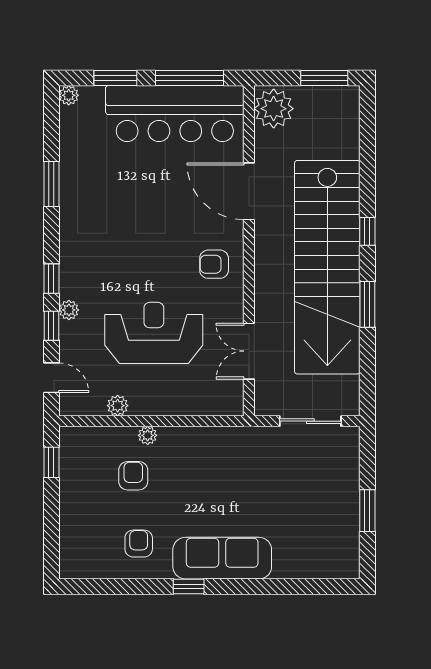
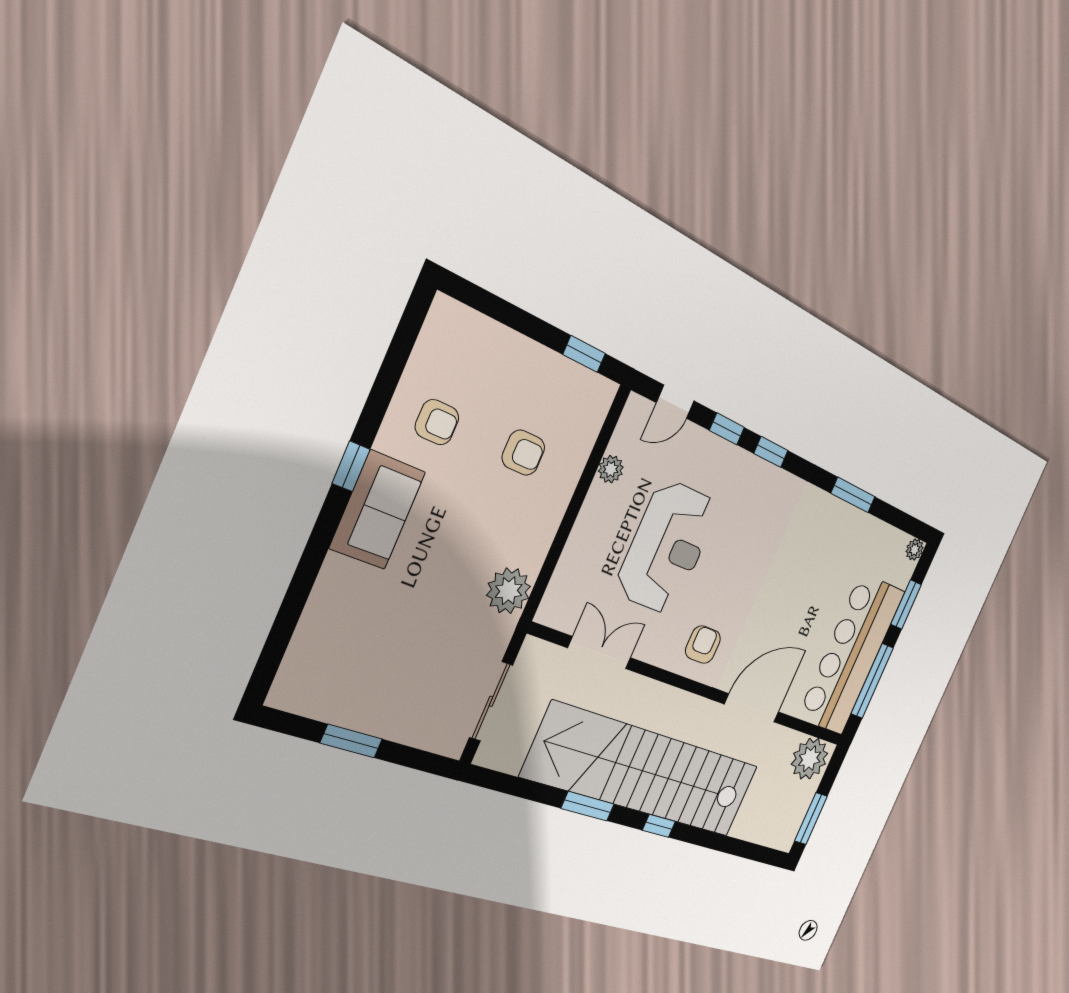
plant: (69, 310) -> (733, 457), removed
plant: (148, 435) -> (509, 591), moved, width x1.87, depth x1.87
sofa: (222, 558) -> (377, 510), width x0.73

